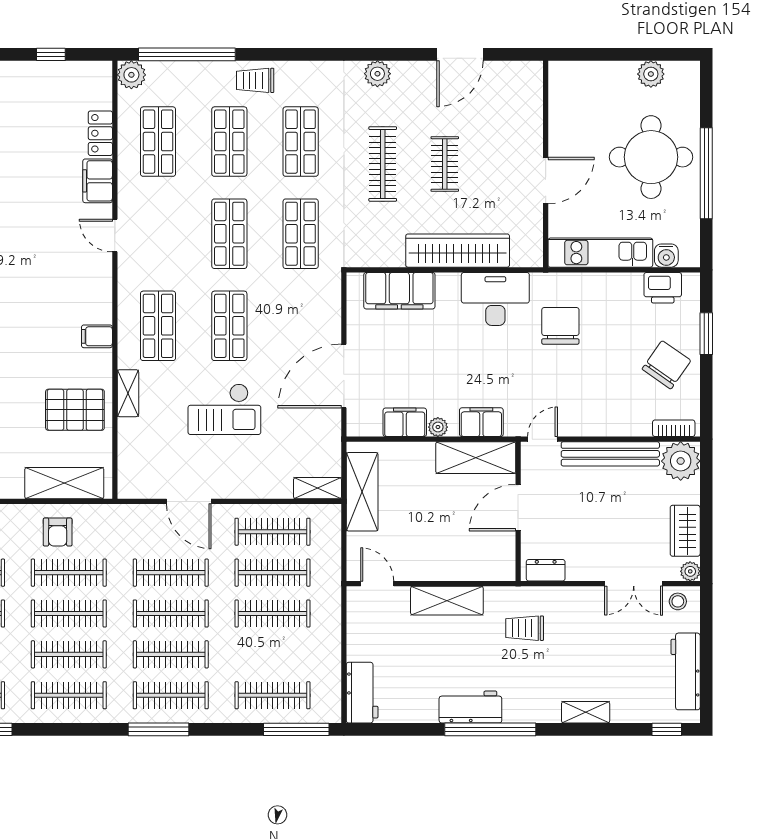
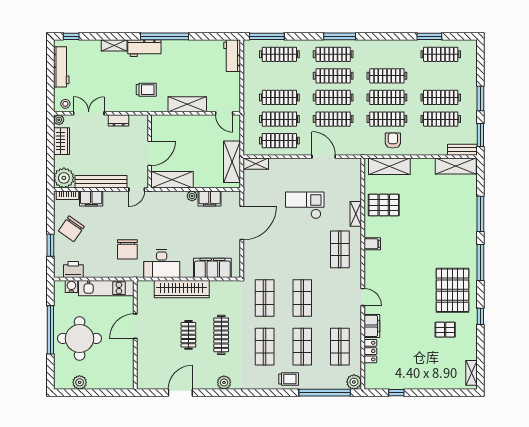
shop shelf: (229, 326) -> (302, 249), removed
filing cabinet: (481, 422) -> (91, 198), moved
dresser: (546, 570) -> (119, 120), moved
clothes rail: (69, 695) -> (387, 54), removed
workbench: (470, 707) -> (144, 48), moved

